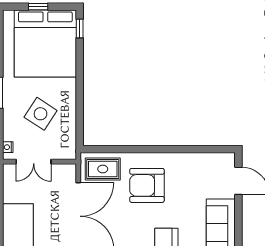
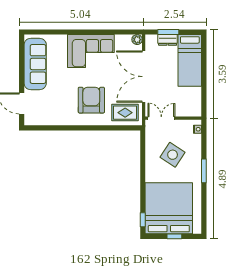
double door: (34, 162) -> (161, 118), moved
armchair: (147, 185) -> (91, 100), turned -90

